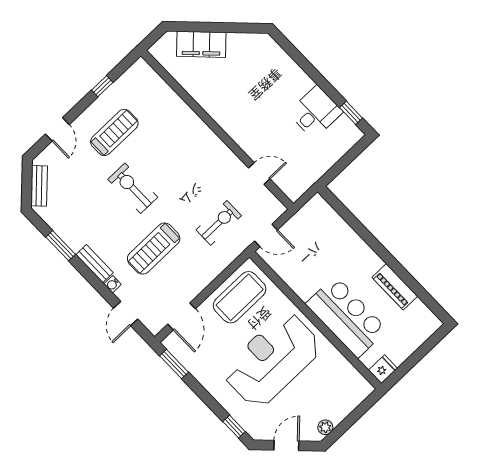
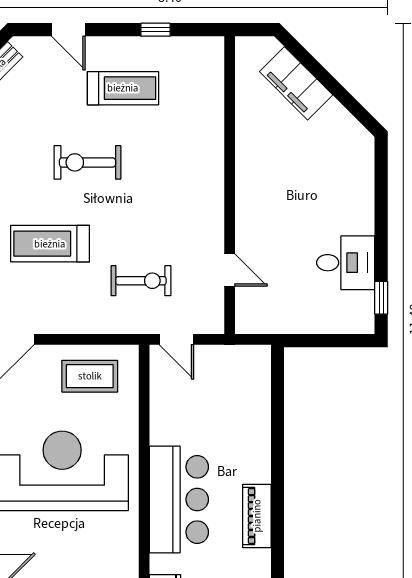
door: (57, 129) -> (68, 30), hinge flipped
exercise bike: (133, 188) -> (87, 162), turned -90
coffee table: (240, 297) -> (90, 376), width x0.73, depth x0.76

